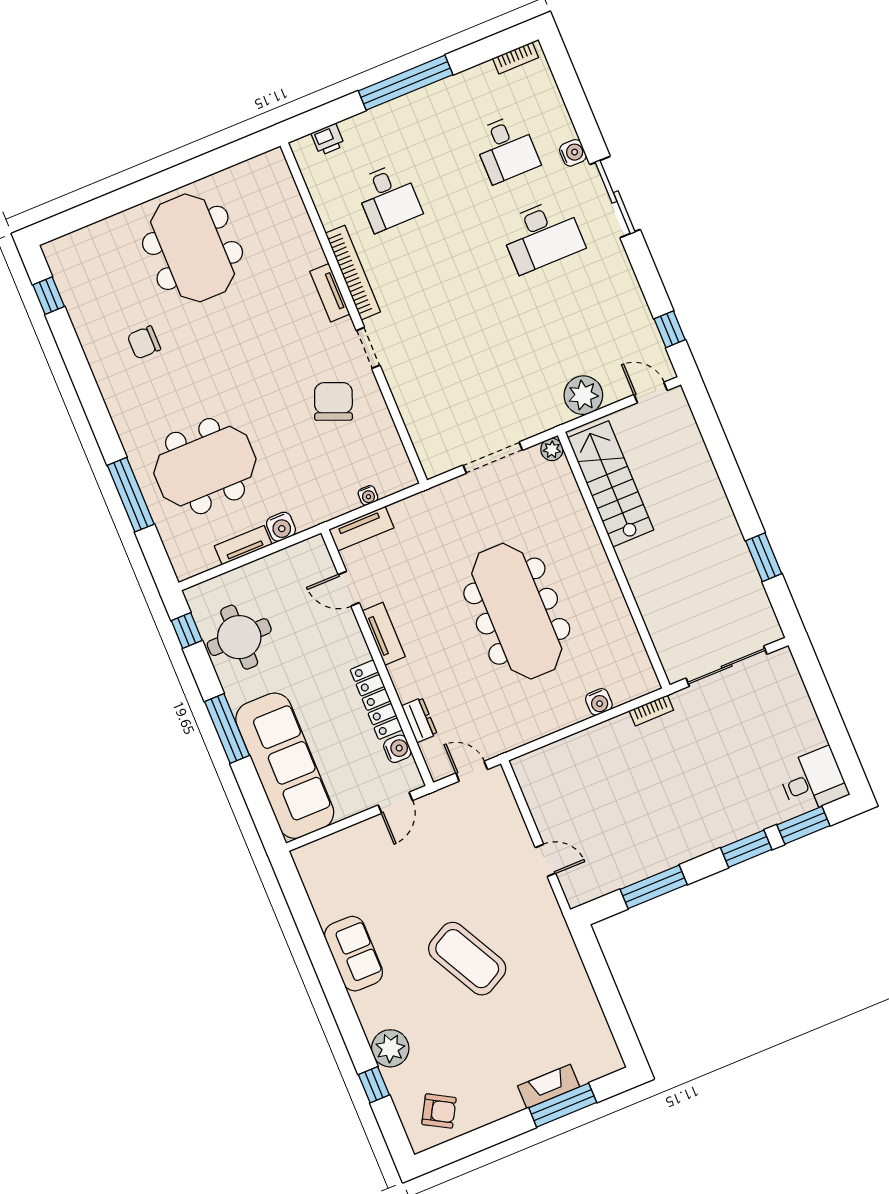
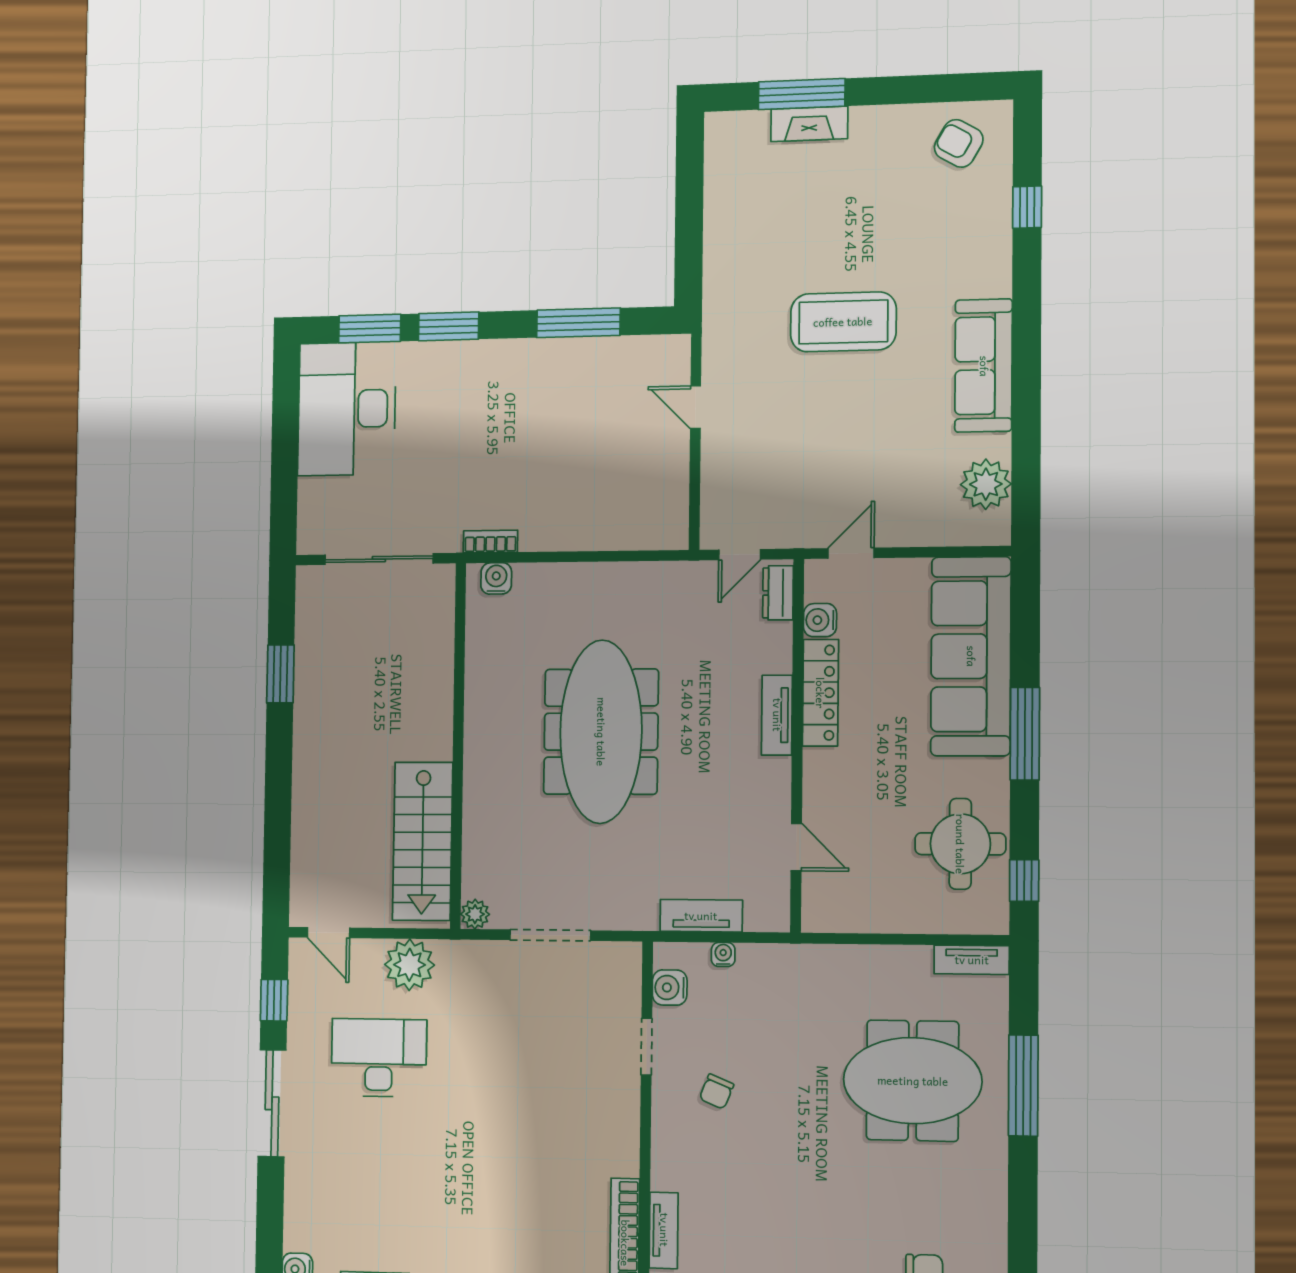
sliding door: (615, 197) -> (272, 1103), moved
desk: (542, 235) -> (379, 1058), moved
doorway: (368, 348) -> (646, 1047), moved
chair: (333, 402) -> (717, 1091), width x0.54, depth x0.54
water cooler: (281, 527) -> (670, 988), moved, turned -90
tv unit: (361, 529) -> (701, 916), moved
tv unit: (243, 545) -> (972, 960), moved
tv unit: (384, 634) -> (777, 715), moved
water cooler: (599, 702) -> (496, 578), moved
dresser: (419, 720) -> (778, 593), moved
door: (472, 771) -> (740, 555), hinge flipped
desk: (813, 781) -> (347, 409), width x1.87, depth x1.30
sofa: (354, 954) -> (984, 366), width x1.36
coffee table: (467, 959) -> (843, 322), turned -62
plant: (390, 1048) -> (986, 484), moved

